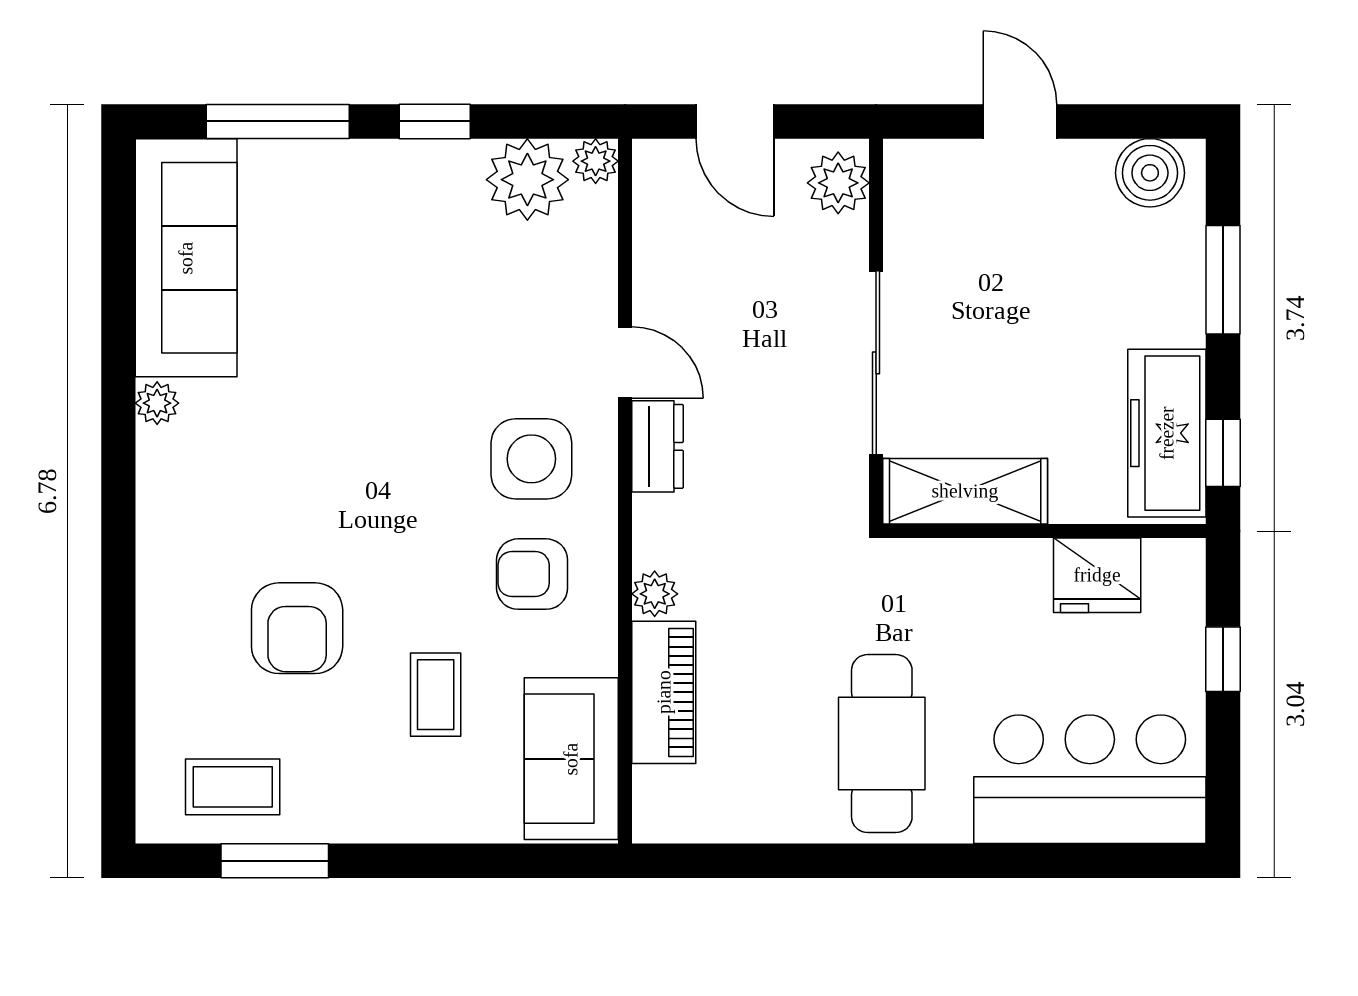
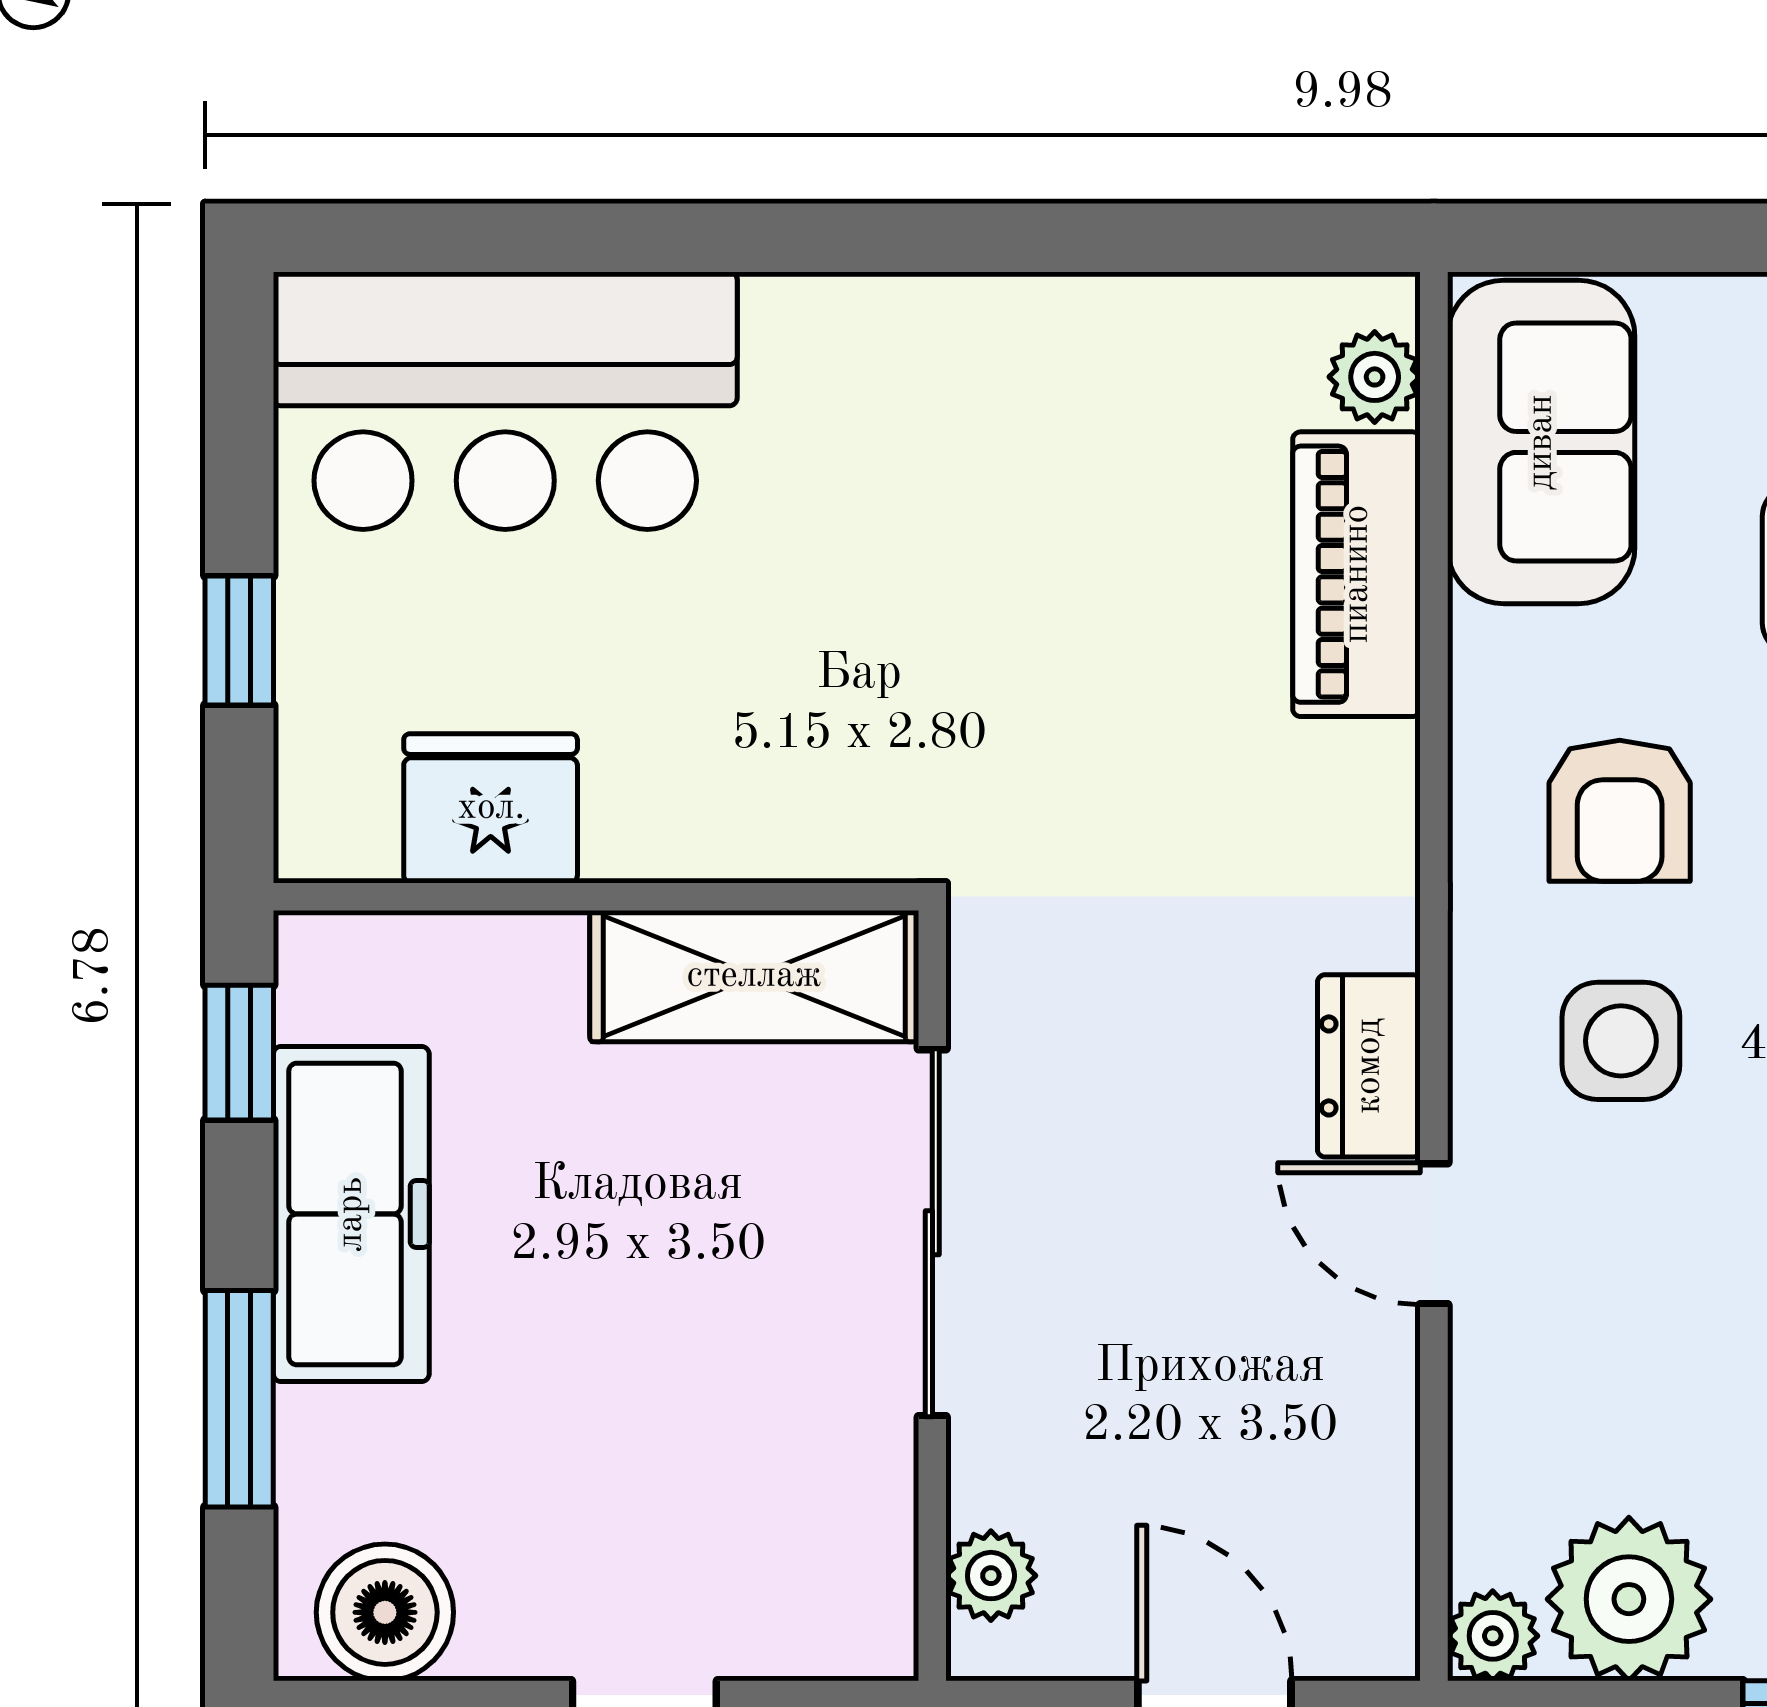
plant: (838, 183) -> (991, 1576), width x0.73, depth x0.73
freezer: (1167, 433) -> (351, 1214), moved
side table: (531, 459) -> (1621, 1041), width x0.73, depth x0.73
armchair: (532, 574) -> (1620, 811), turned 90
plant: (655, 594) -> (1375, 377), moved
cafe table: (882, 744) -> (921, 472), removed

